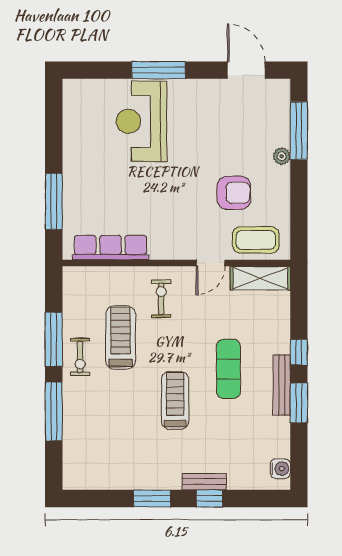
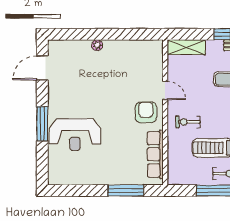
window: (299, 131) -> (81, 34), removed
armchair: (234, 193) -> (146, 112), moved
coffee table: (256, 240) -> (150, 62), removed
shelving: (260, 278) -> (186, 47), moved, turned 90

